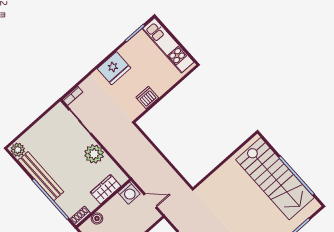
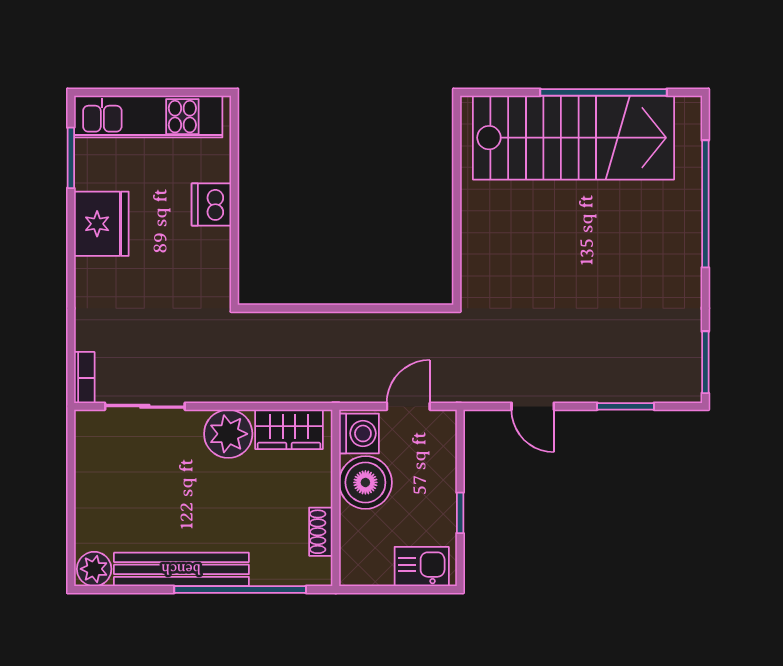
fridge: (114, 68) -> (101, 224), moved
dishwasher: (147, 98) -> (211, 204), moved
wardrobe: (105, 189) -> (289, 429), moved, turned -90
shoe rack: (80, 216) -> (321, 532), moved
boiler: (97, 218) -> (365, 482), moved, width x1.86, depth x1.86

